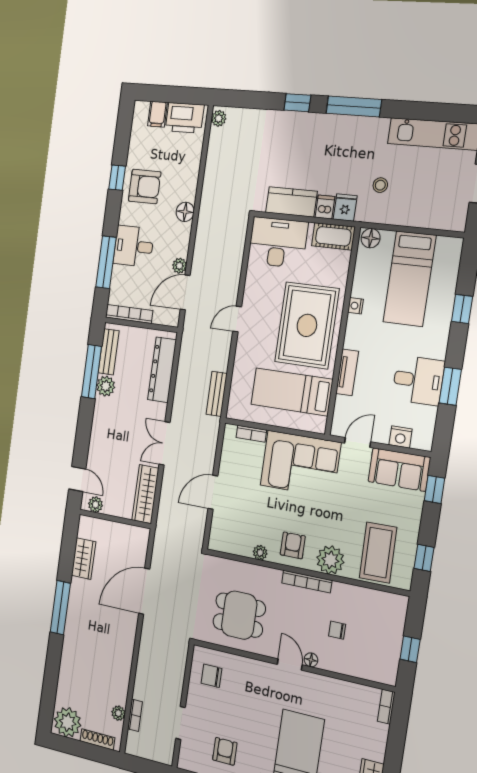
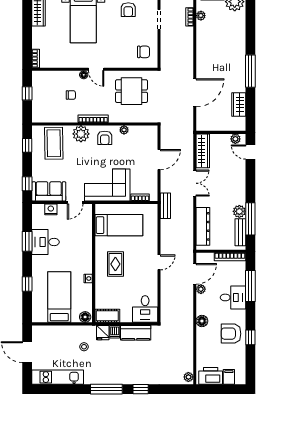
desk: (278, 242) -> (145, 309), width x0.73
rug: (307, 325) -> (115, 264), width x0.54, depth x0.49
tv unit: (347, 372) -> (87, 241), removed
bench: (217, 394) -> (165, 206), moved

